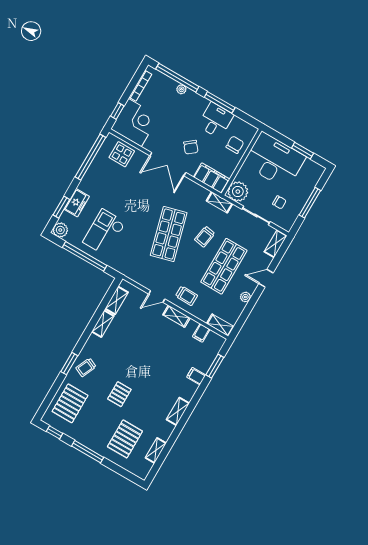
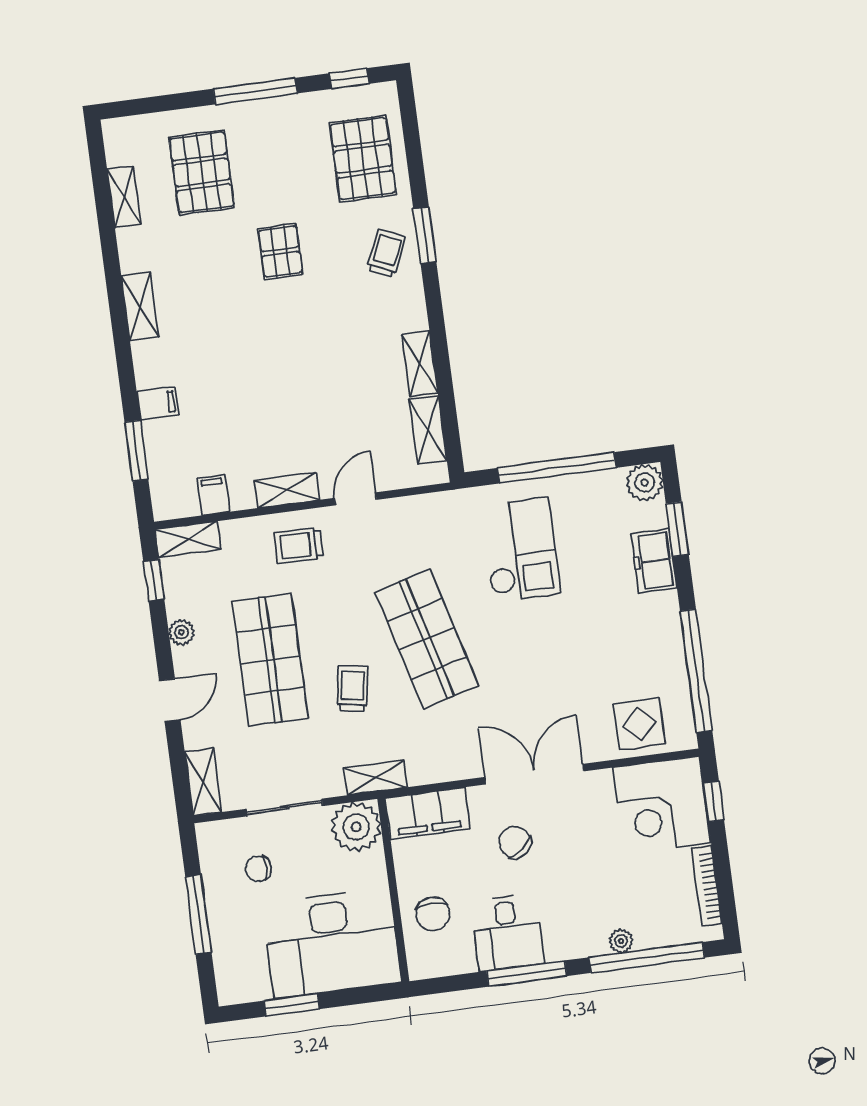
checkout: (104, 232) -> (520, 550), moved
window: (241, 320) -> (154, 580), added

